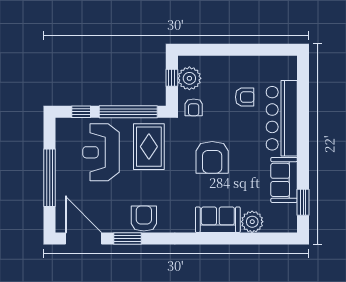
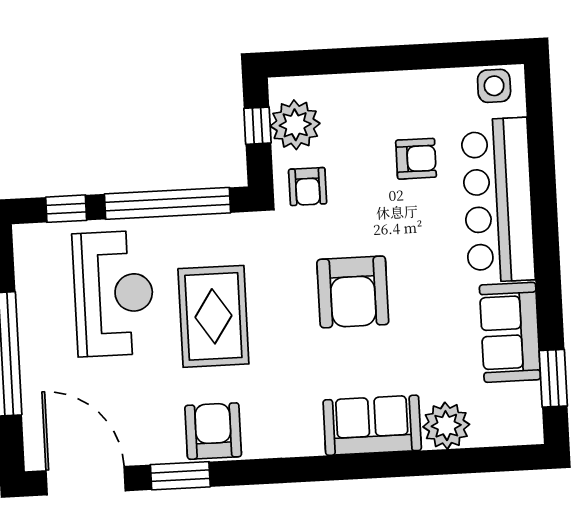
side table: (283, 65) -> (494, 86), added
rug: (149, 147) -> (213, 316), moved
reception desk: (101, 152) -> (114, 294), turned 180

